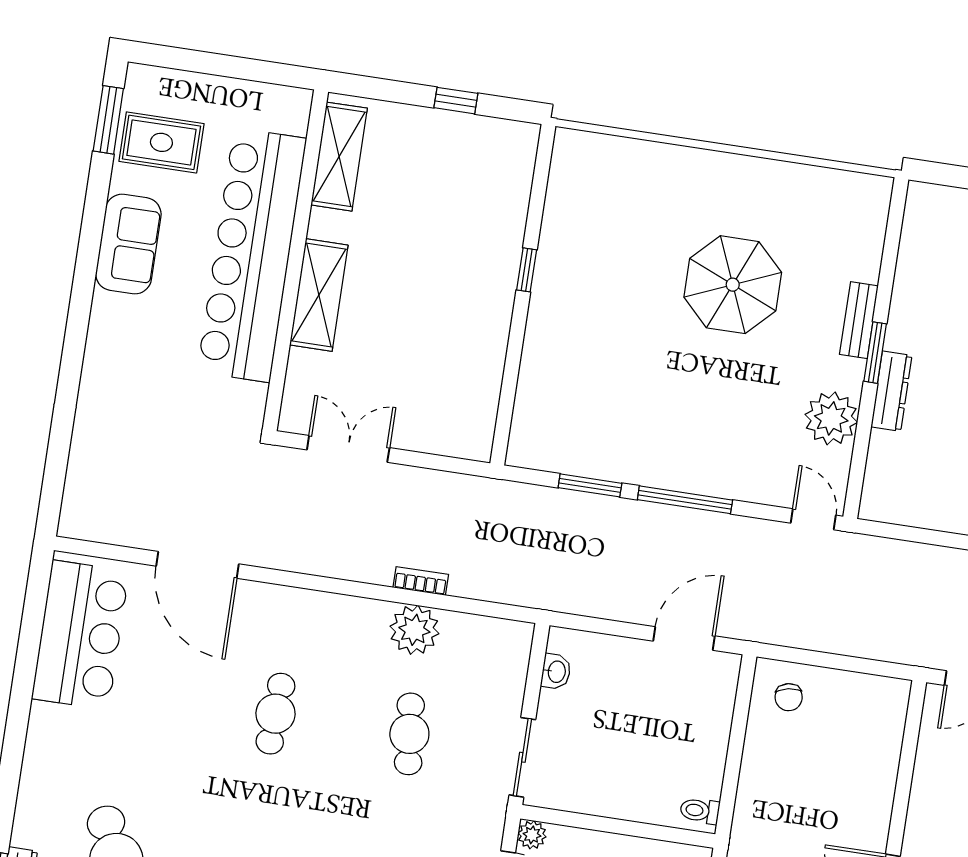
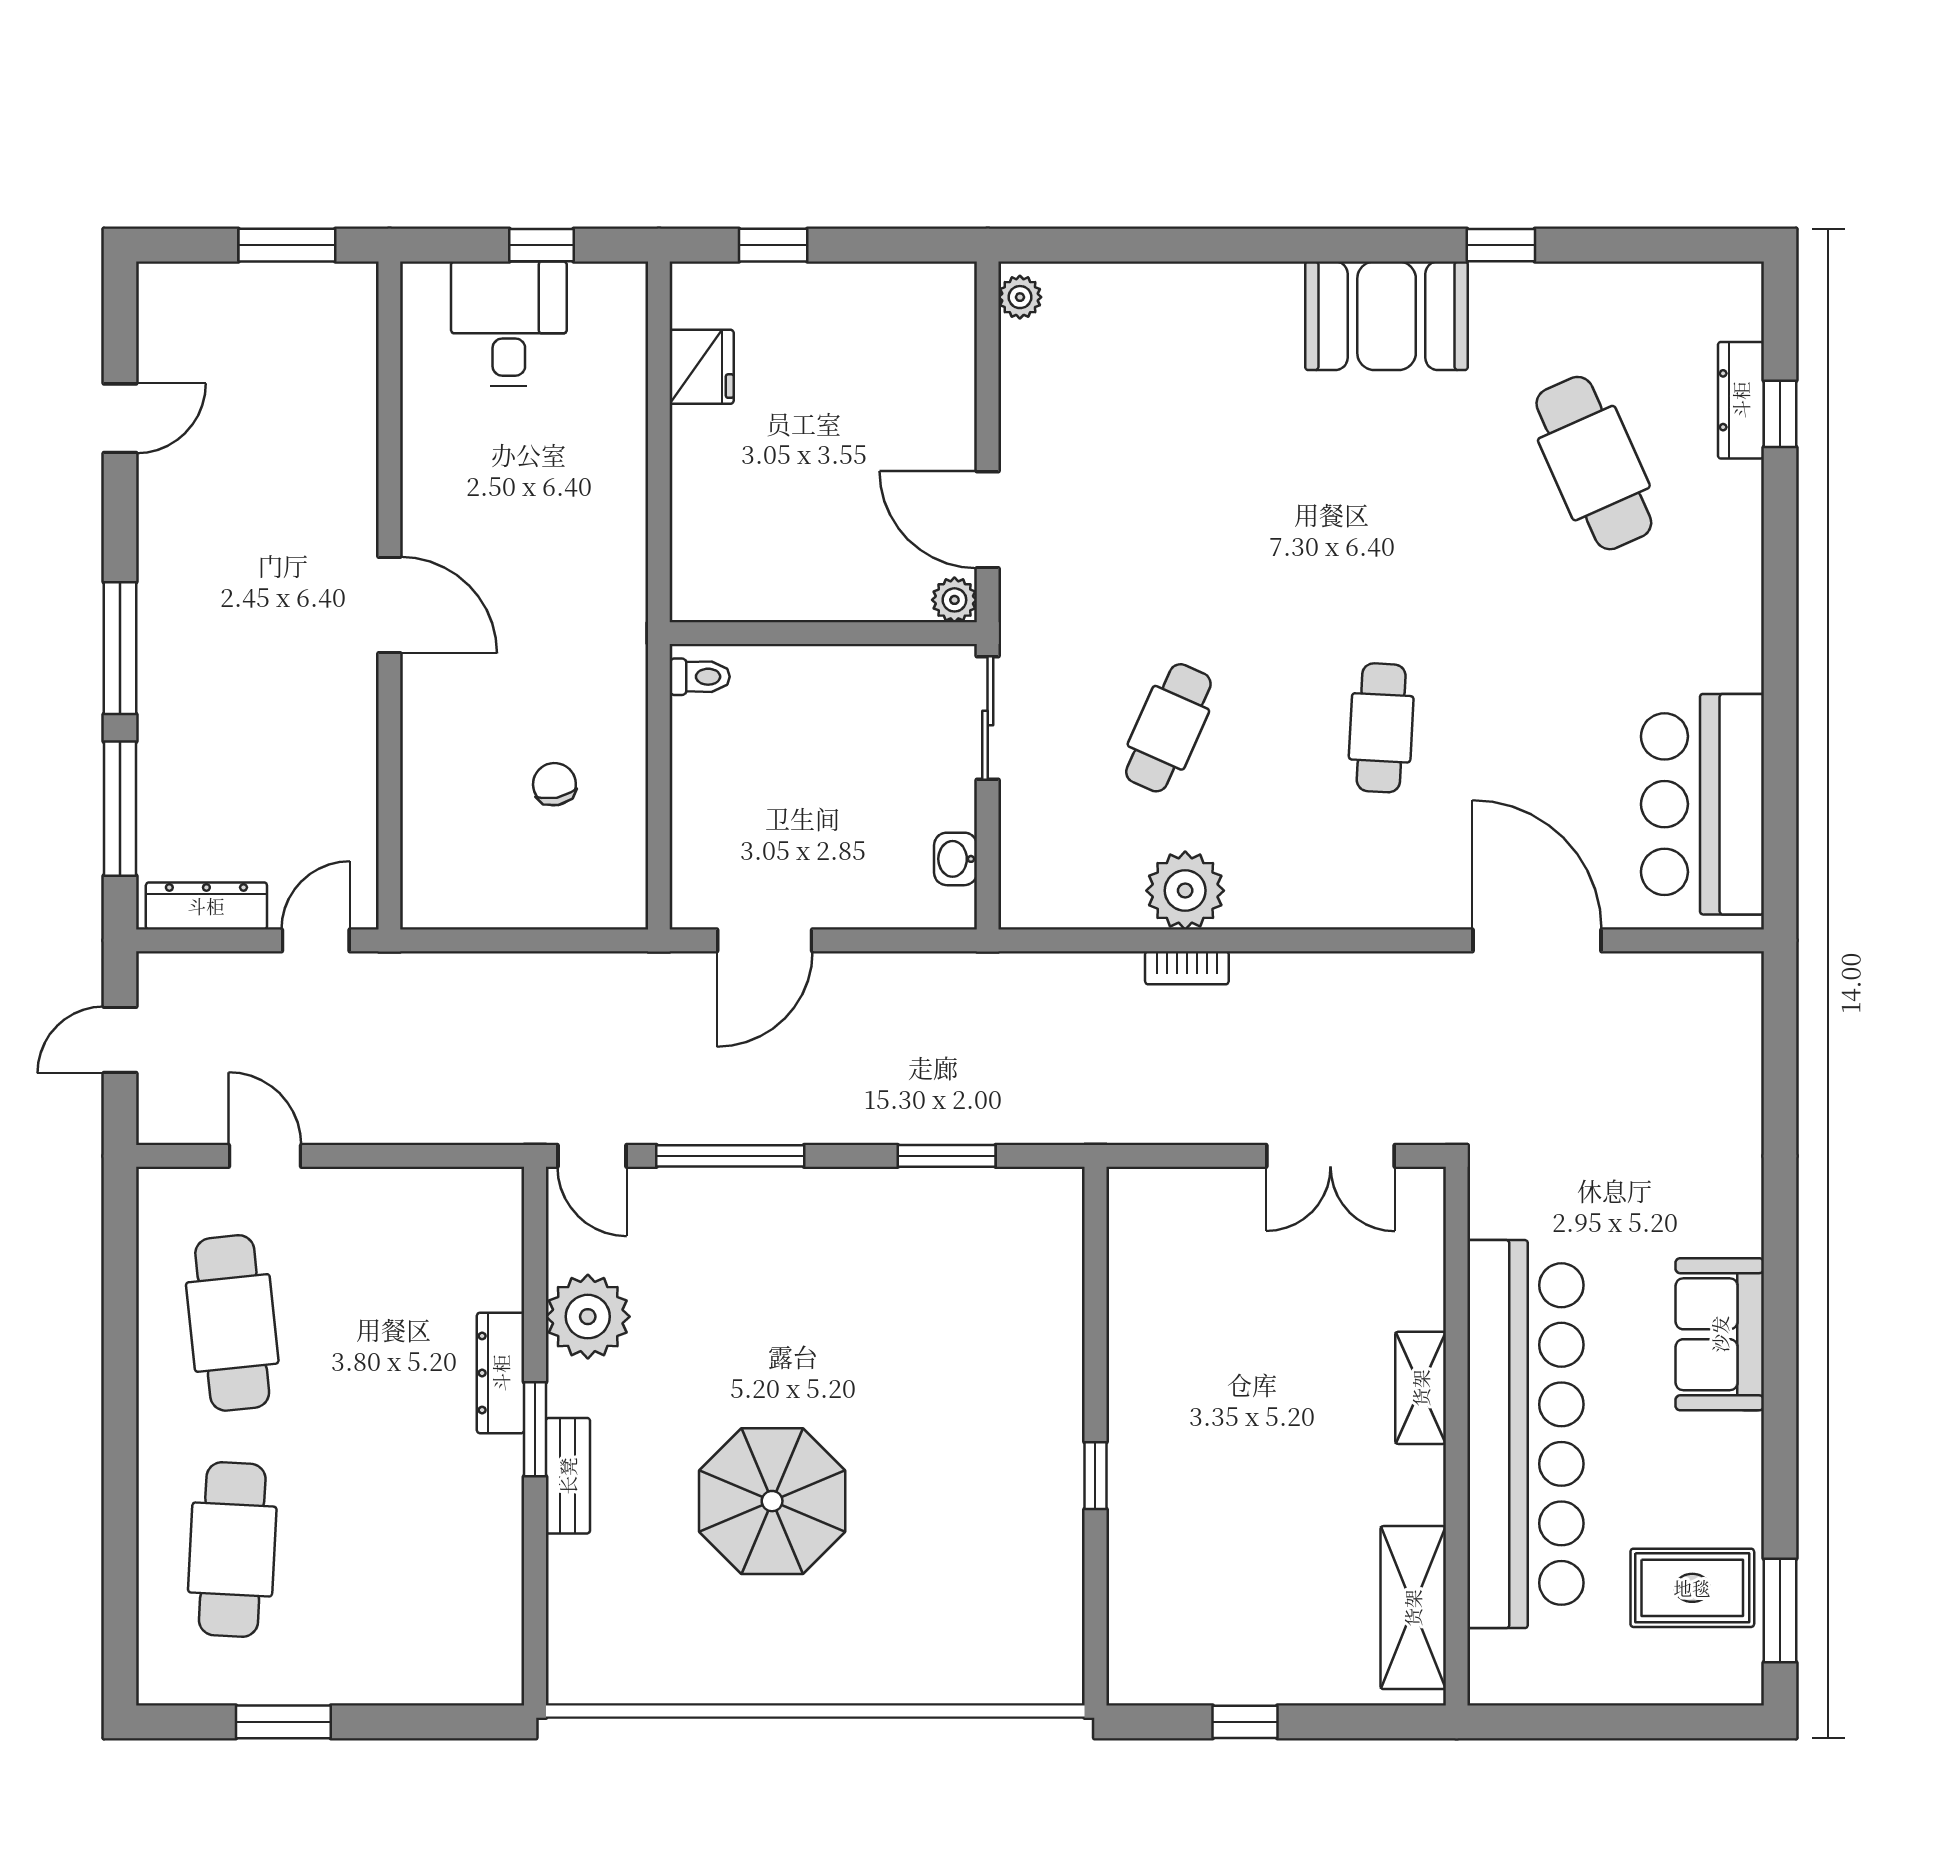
sofa: (128, 244) -> (1720, 1334), moved
shelving: (319, 295) -> (1421, 1388), width x0.67, depth x0.75
window: (685, 500) -> (730, 1156), moved
chair: (789, 697) -> (554, 784), moved
cafe table: (409, 734) -> (1168, 728), turned 30

